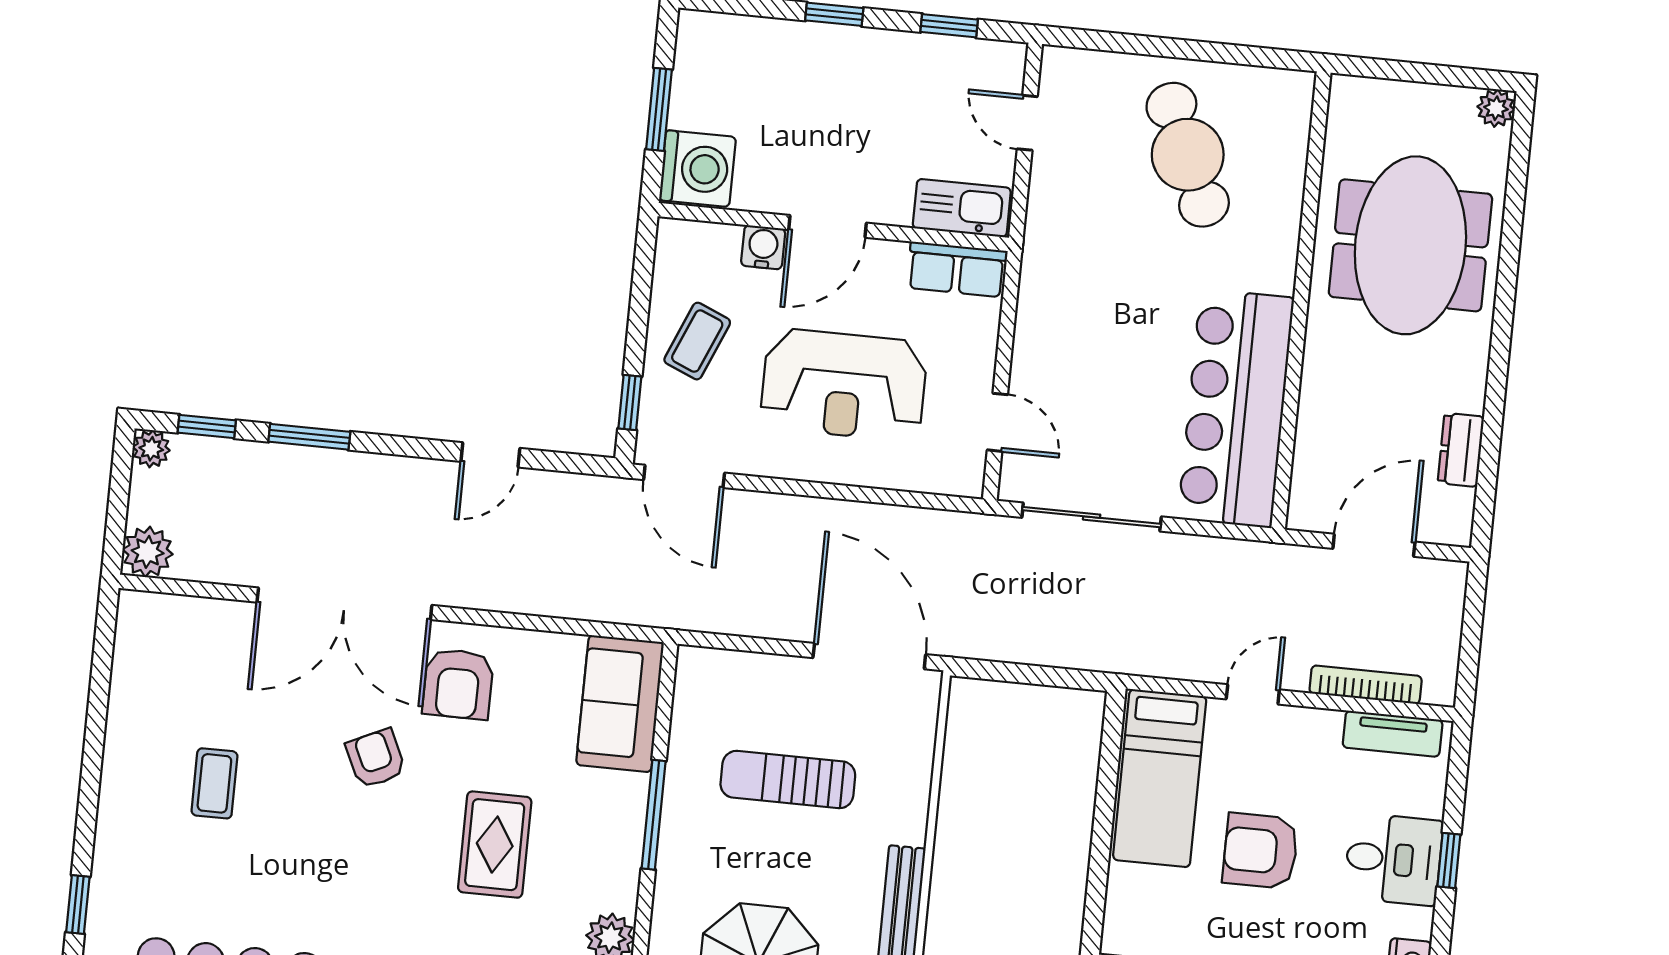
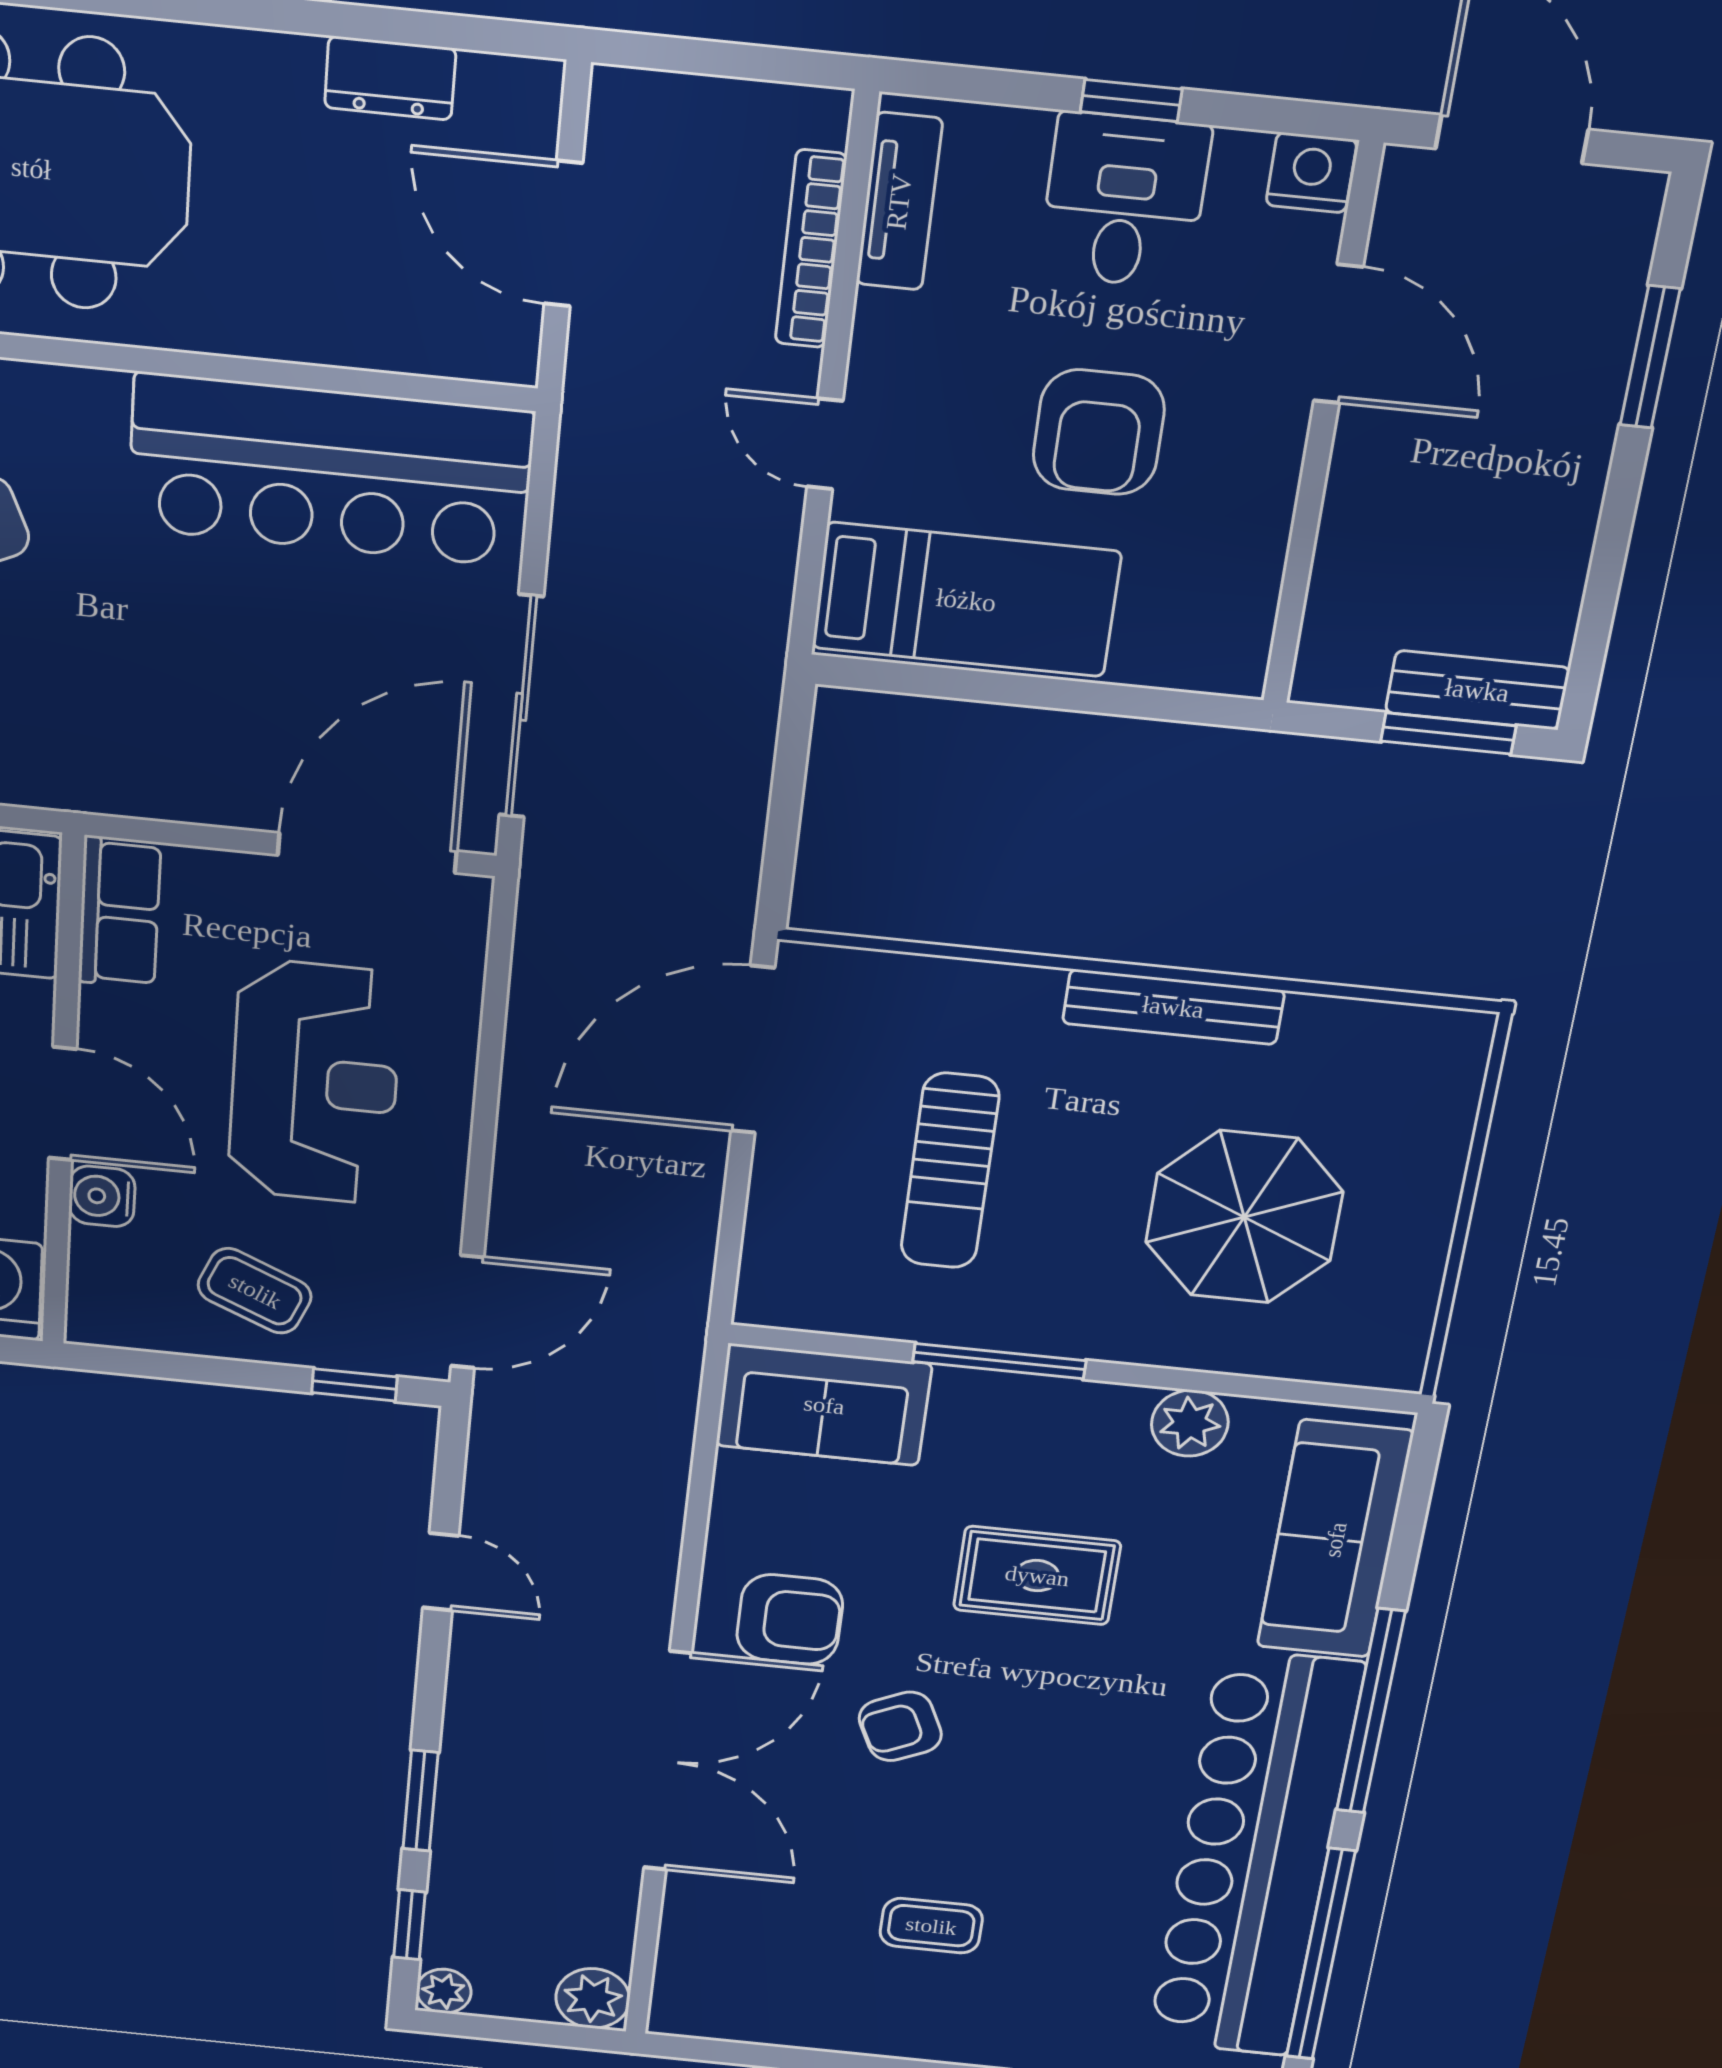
door: (997, 422) -> (367, 853), width x1.87

